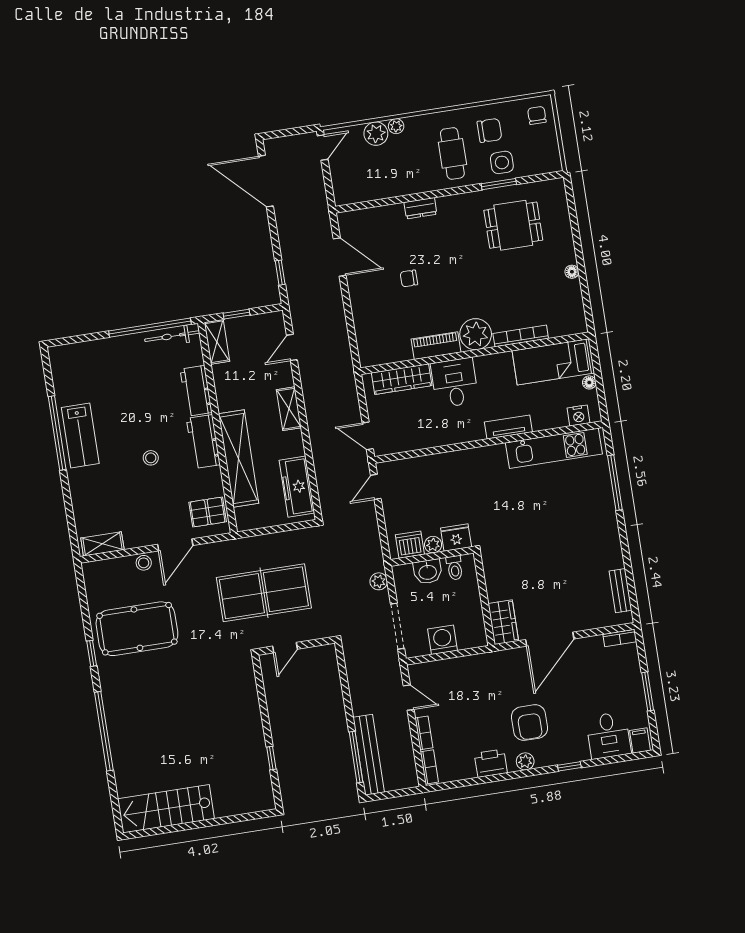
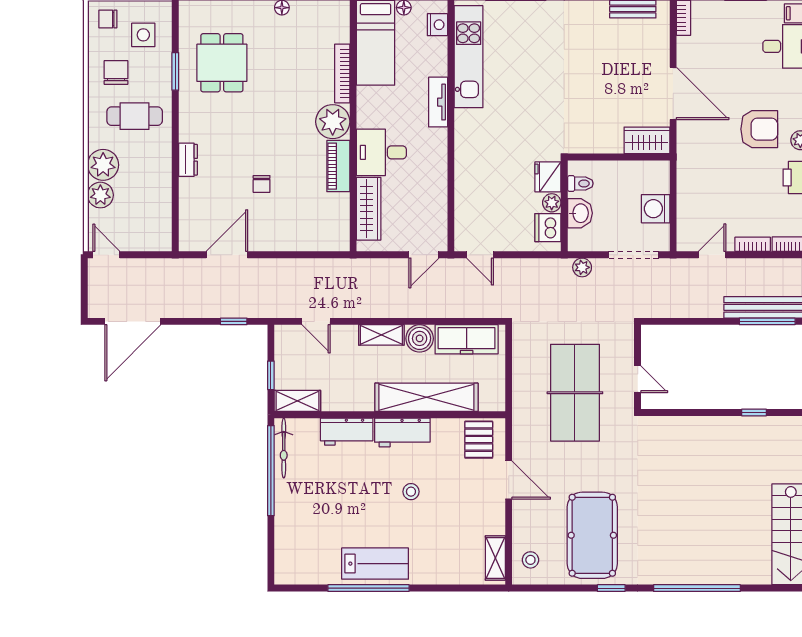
plant: (396, 126) -> (103, 165), width x1.88, depth x1.88
side table: (502, 162) -> (143, 35), moved
boiler: (291, 444) -> (420, 338), added
stool: (144, 563) -> (530, 560), moved

